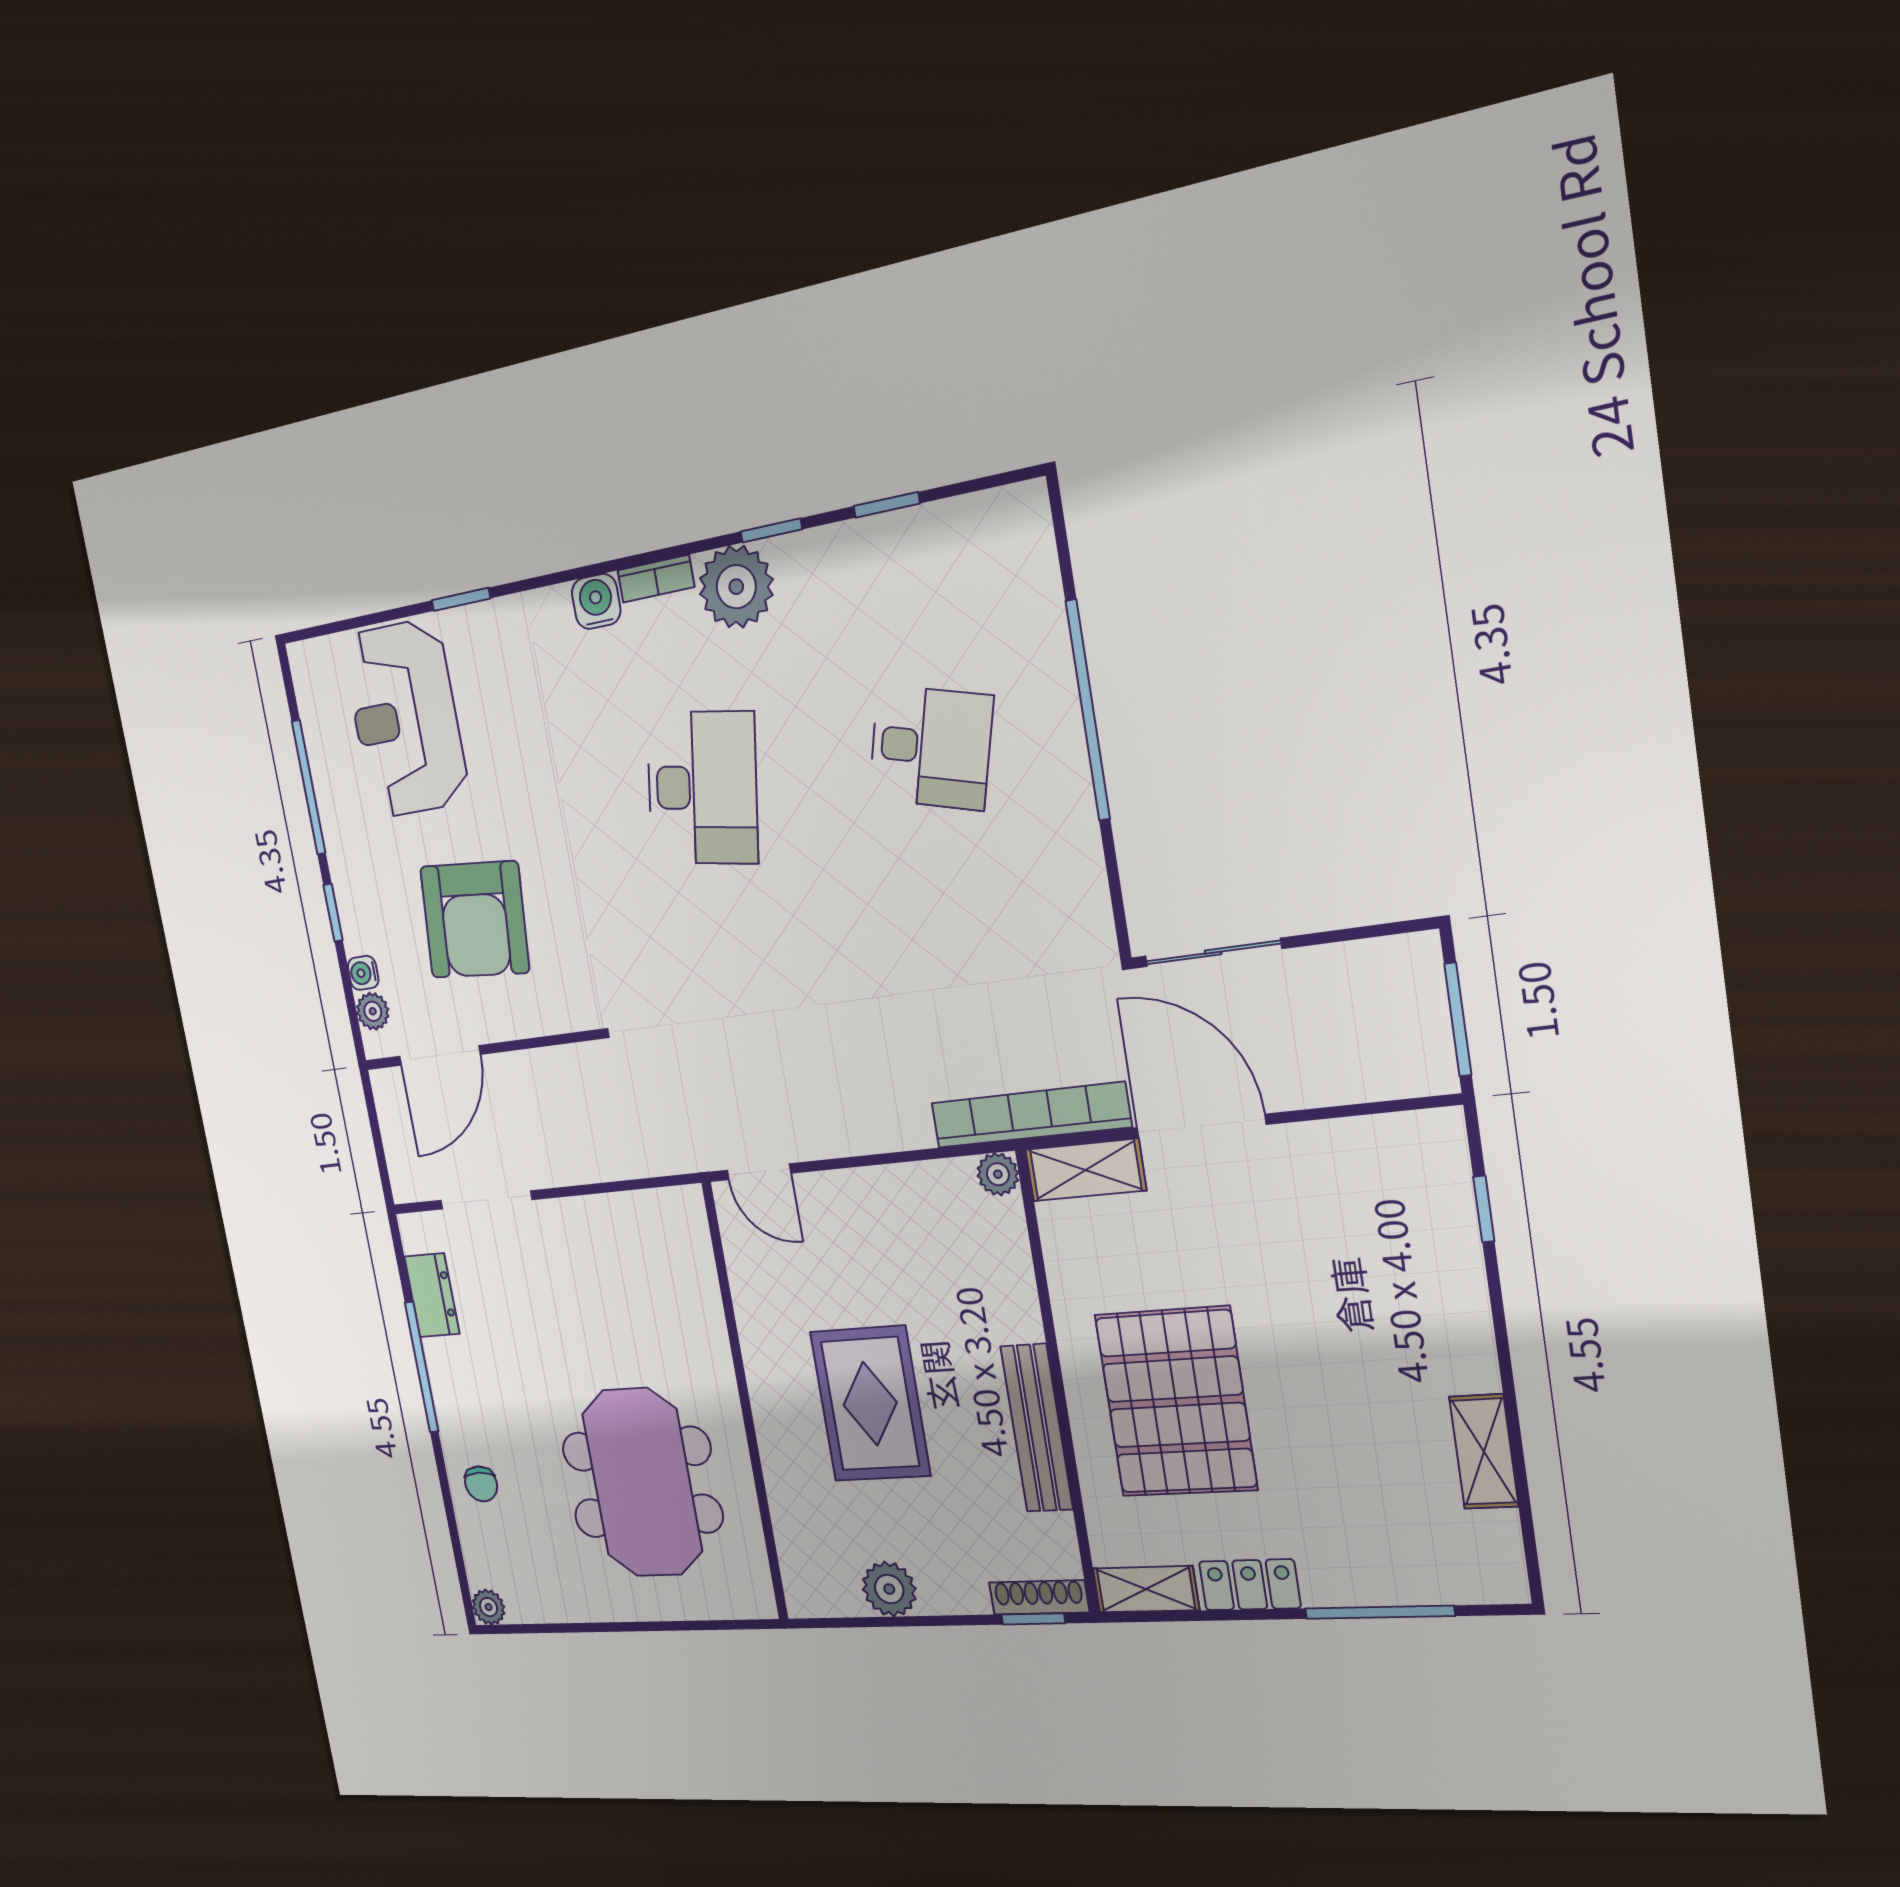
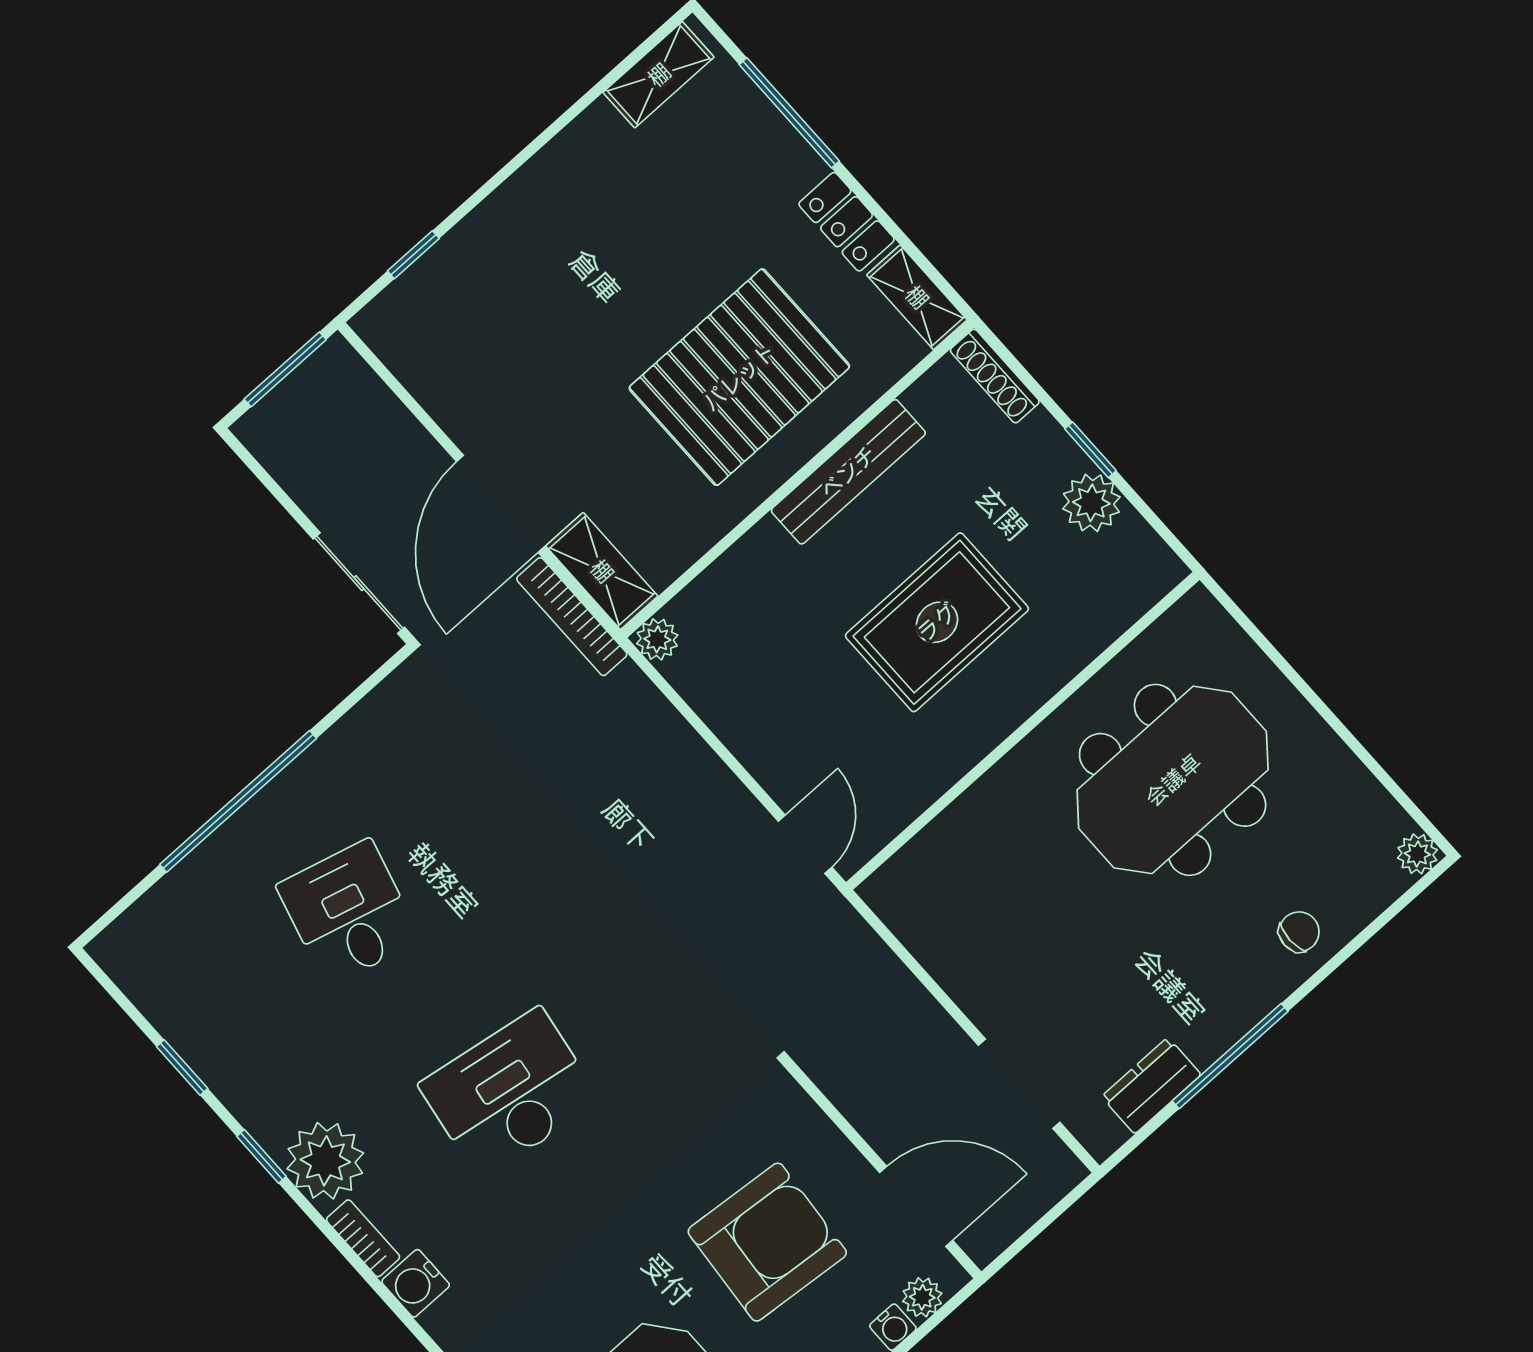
bookcase: (1030, 1115) -> (572, 617), width x0.68, depth x0.76
shelving: (1484, 1452) -> (659, 75), moved
window: (1033, 1619) -> (1091, 450), moved

